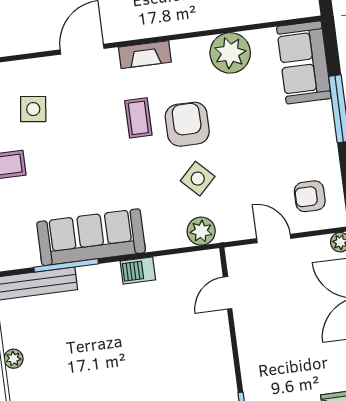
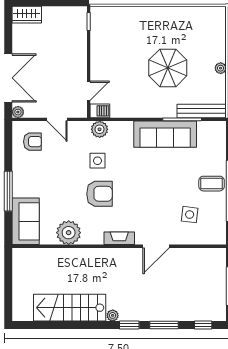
coffee table: (138, 118) -> (128, 201), removed
armchair: (187, 124) -> (100, 194), turned -90
side table: (198, 179) -> (97, 161), turned 45
barbecue: (138, 270) -> (100, 111), moved
parasol: (101, 348) -> (168, 68), added

